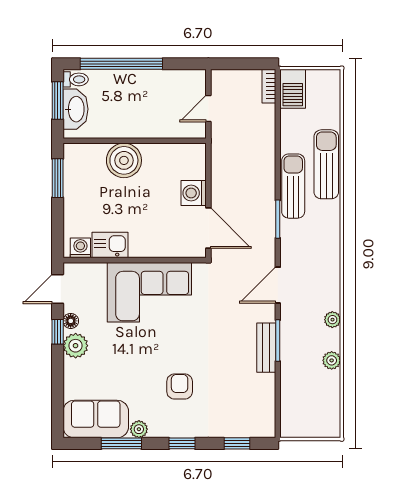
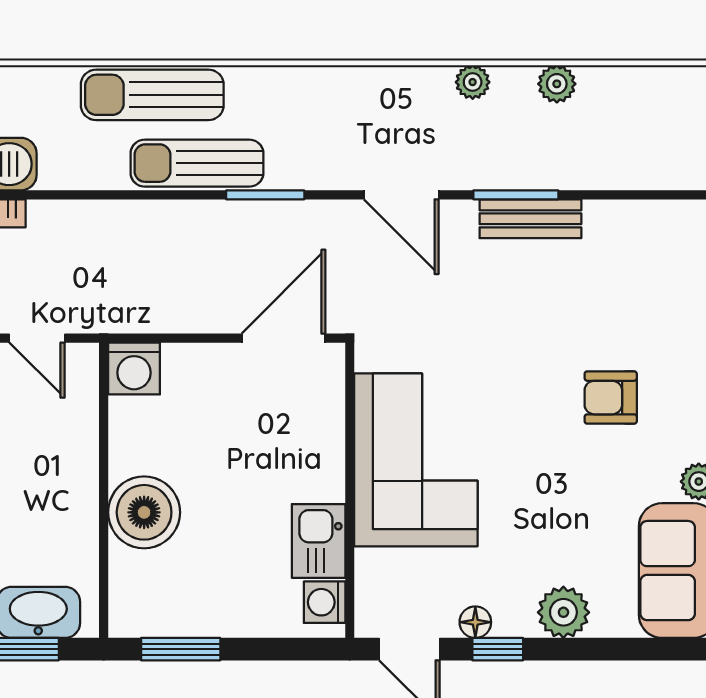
washing machine: (194, 193) -> (134, 369), moved
plant: (76, 346) -> (563, 612), moved

